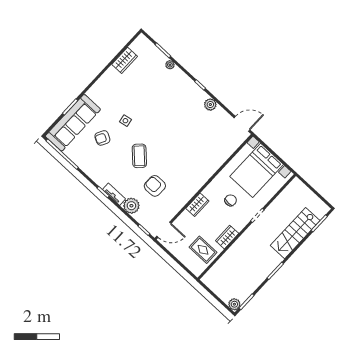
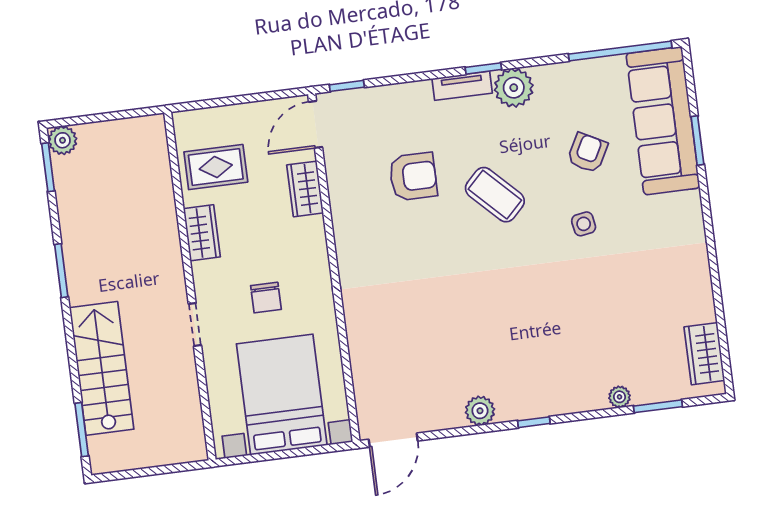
wardrobe: (125, 60) -> (704, 354), moved
wardrobe: (197, 205) -> (305, 189), moved
plant: (131, 206) -> (514, 88), moved

